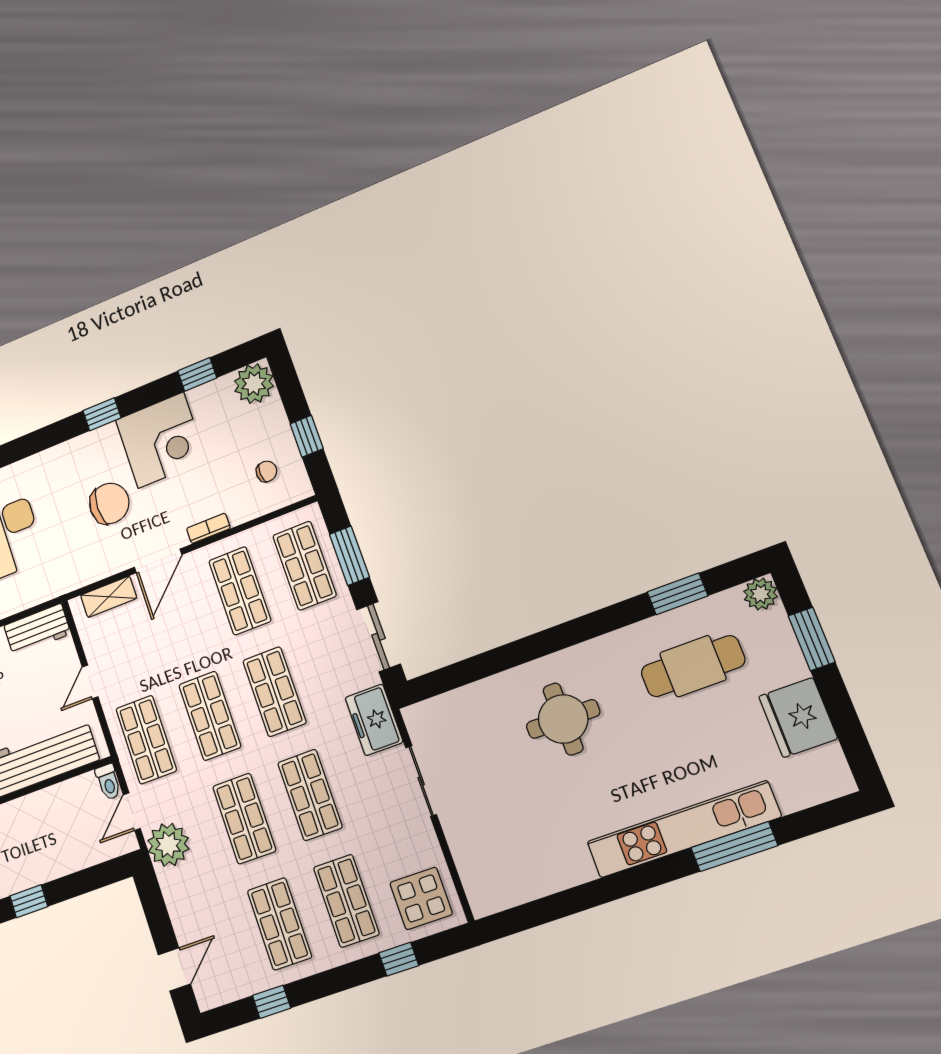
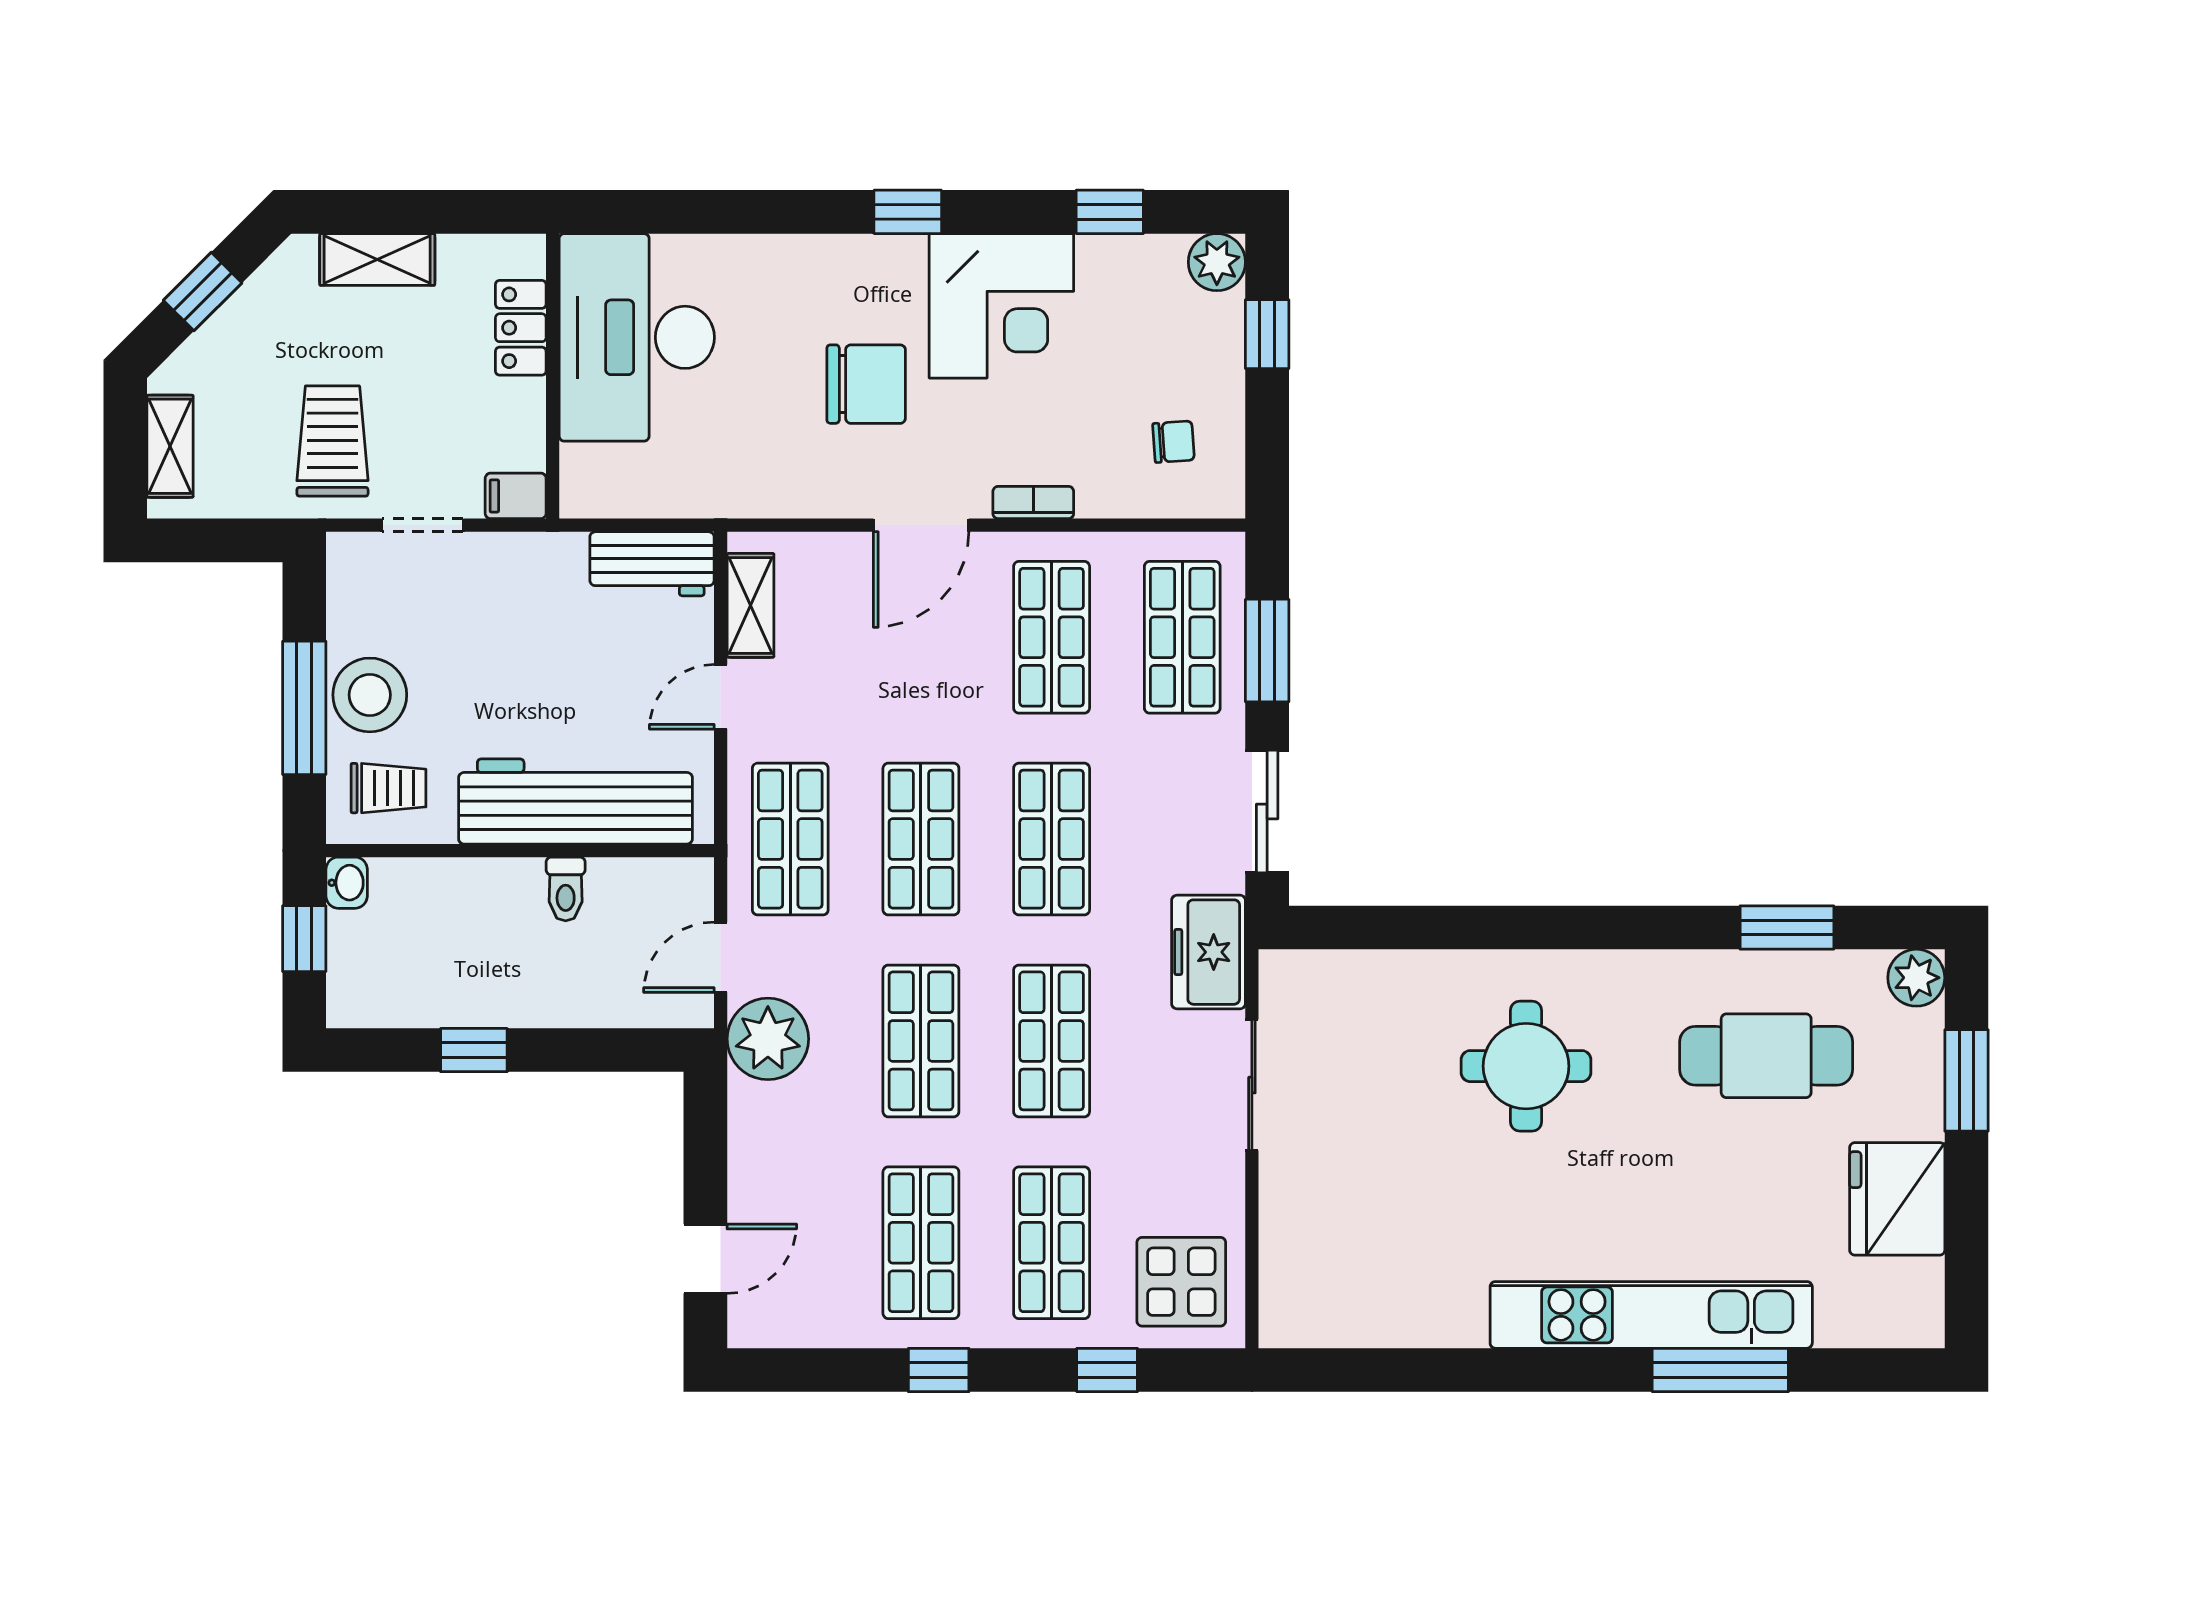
plant: (254, 384) -> (1217, 262), width x0.73, depth x0.73
window: (307, 436) -> (1267, 334), moved
shelving: (109, 597) -> (751, 605), moved, turned 90
toilet: (108, 782) -> (566, 889), moved
window: (272, 1002) -> (939, 1370), moved

